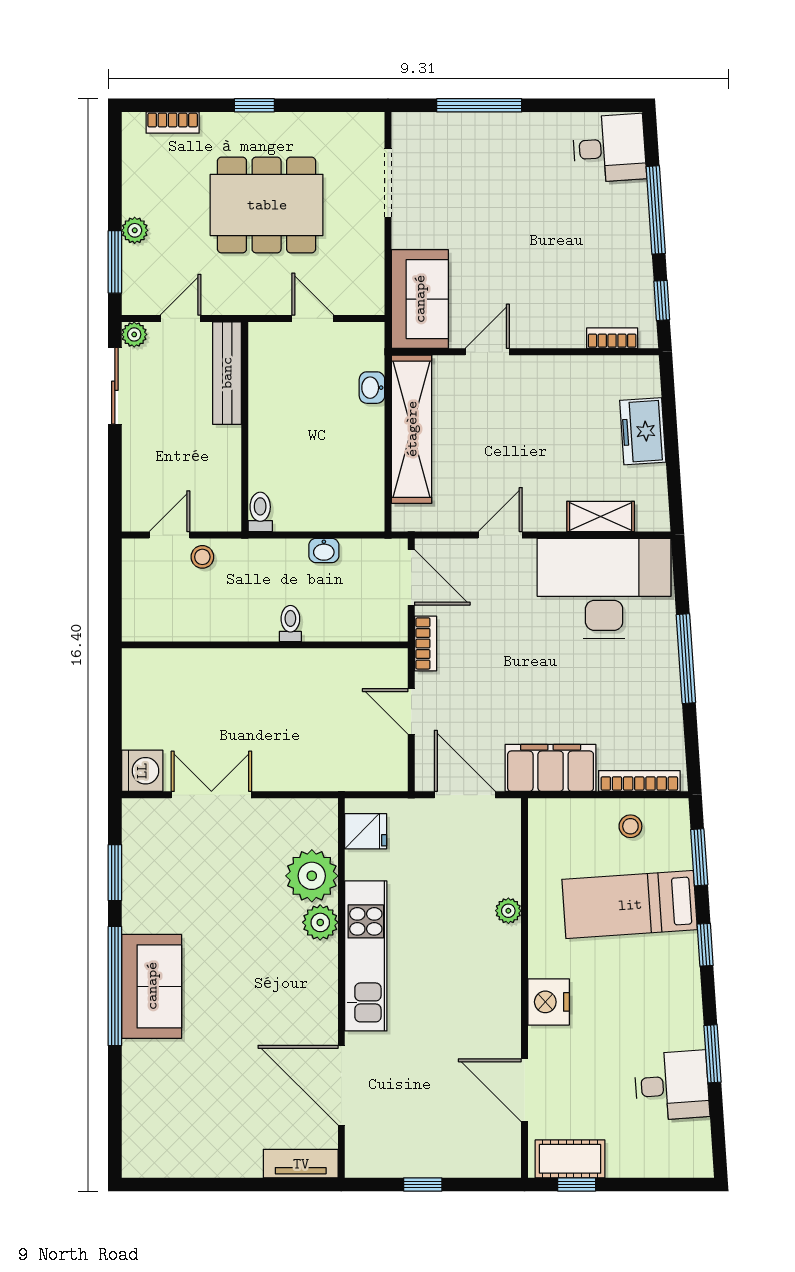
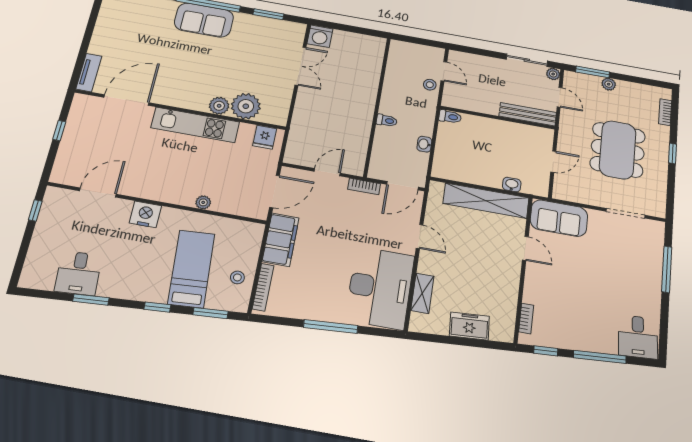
cot: (570, 1159) -> (51, 210), removed

